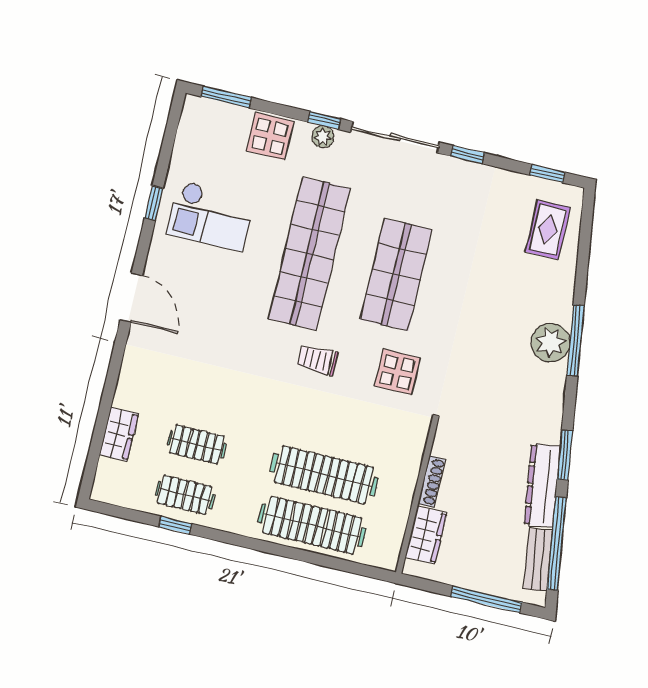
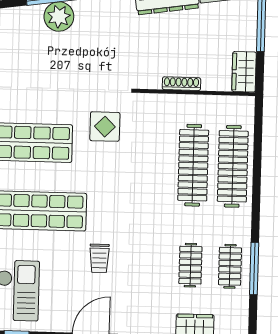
trolley: (317, 360) -> (99, 258), moved
window: (175, 525) -> (254, 269), width x2.17
wardrobe: (426, 535) -> (244, 72), moved, turned -90

